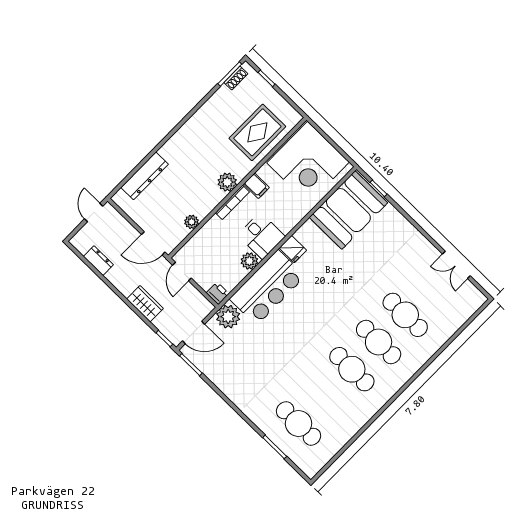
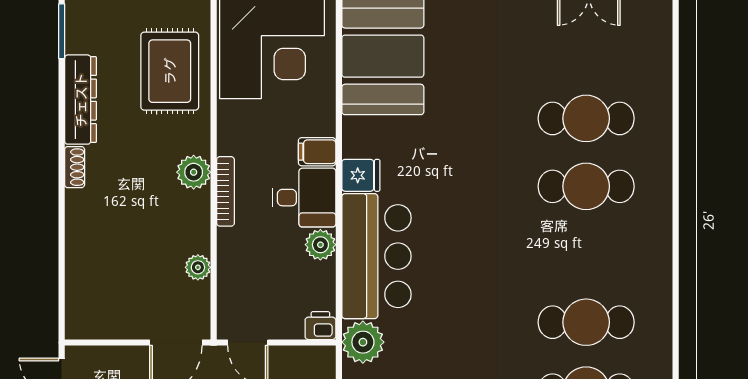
shoe rack: (236, 78) -> (75, 167), moved
dresser: (145, 176) -> (81, 100), moved
filing cabinet: (256, 186) -> (317, 152), moved, turned 180
cafe table: (352, 369) -> (586, 322), moved

